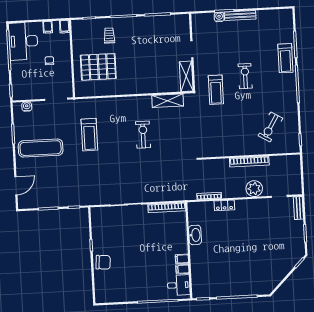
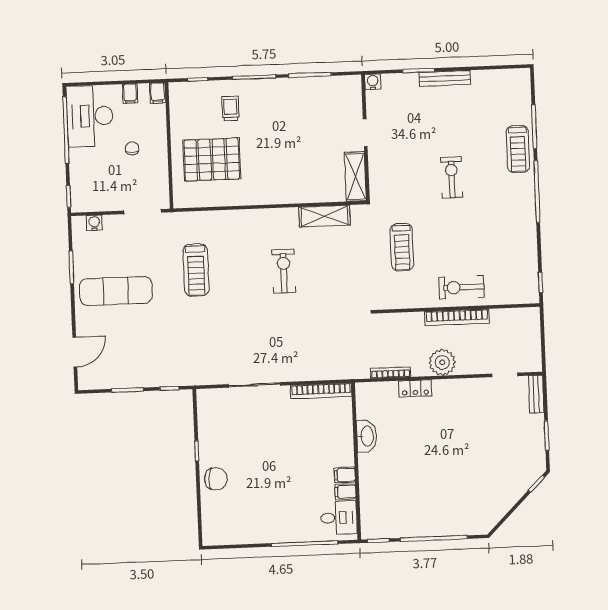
water cooler: (219, 17) -> (373, 82), moved
treadmill: (216, 90) -> (402, 247), moved
exercise bike: (270, 127) -> (462, 287), moved, turned 59
plant: (254, 189) -> (442, 362), moved

